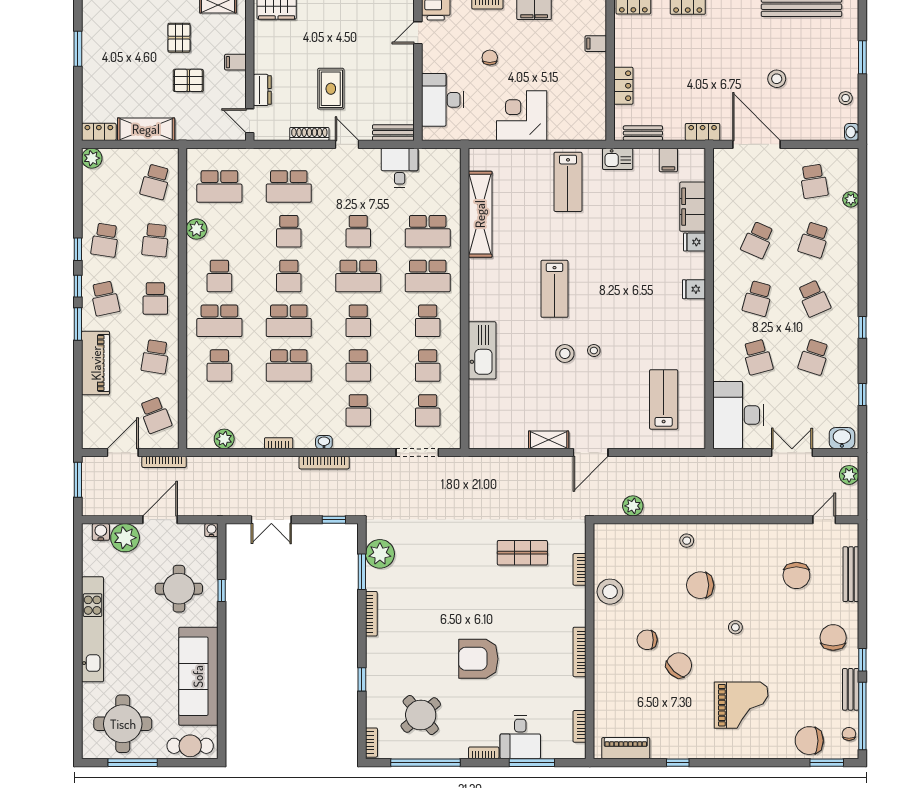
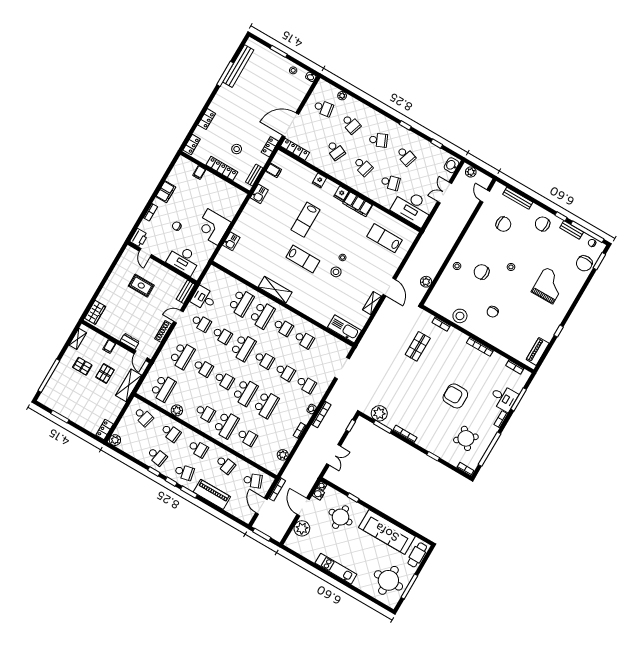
stool: (777, 79) -> (237, 149), moved
locker: (623, 86) -> (222, 168), width x1.53
rug: (331, 89) -> (141, 286), moved
door: (250, 121) -> (141, 356), hinge flipped
shelving: (146, 129) -> (129, 385), moved
kitchen sink: (516, 158) -> (231, 241), added
locker: (722, 174) -> (295, 149), added
lab bench: (568, 182) -> (306, 220), moved, turned 90
filing cabinet: (693, 207) -> (358, 204), moved
shelving: (480, 214) -> (275, 290), moved, width x0.68
kitchen sink: (482, 350) -> (345, 329), moved
school desk: (428, 410) -> (201, 323), moved
water cooler: (101, 532) -> (318, 494), moved
chair: (700, 585) -> (482, 272), turned 90
kitchen unit: (93, 629) -> (336, 569), width x0.73
armchair: (478, 659) -> (455, 396), turned 90
chair: (679, 665) -> (513, 304), removed

